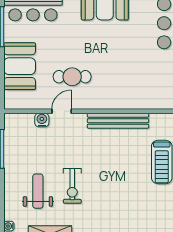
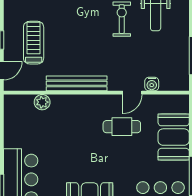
plant: (153, 102) -> (42, 102), added

